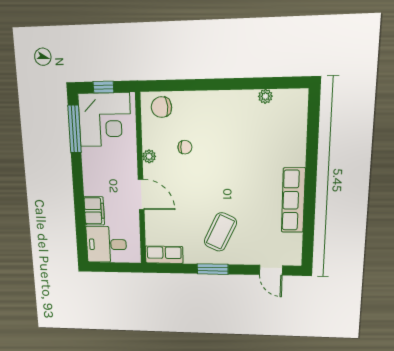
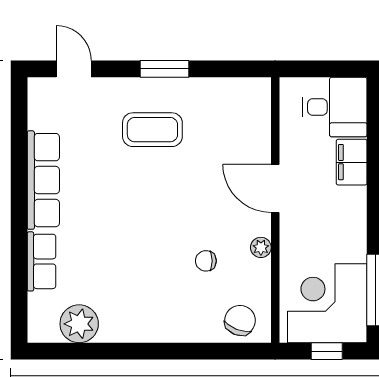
plant: (265, 96) -> (79, 324), width x1.88, depth x1.88
chair: (161, 107) -> (240, 320), turned -64
coffee table: (220, 232) -> (152, 130), turned 65
row of seats: (164, 255) -> (42, 261), moved, turned -90

